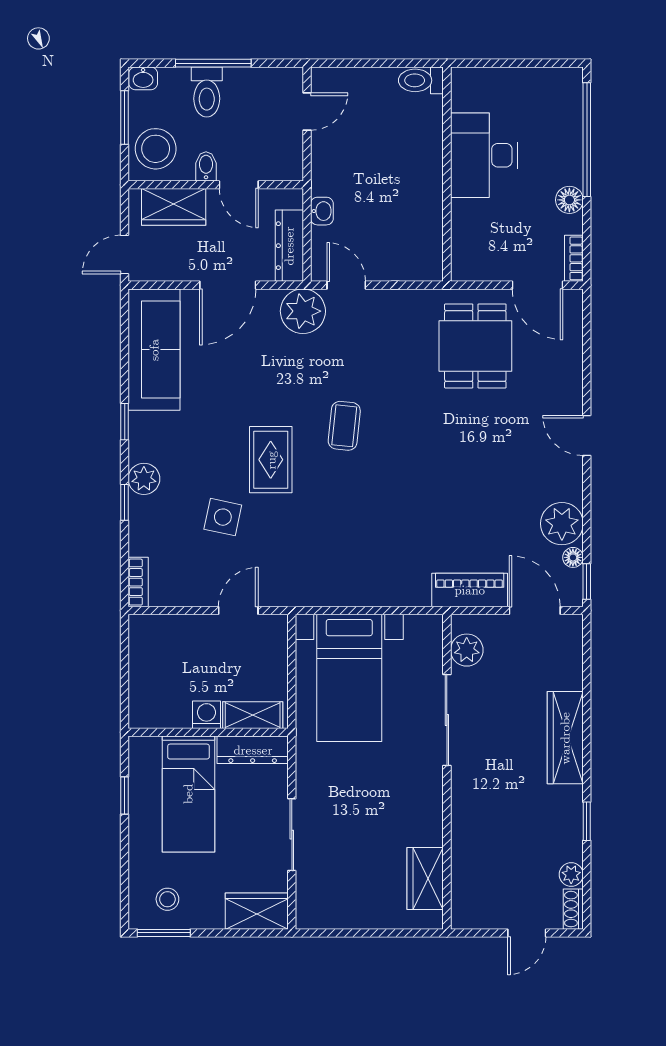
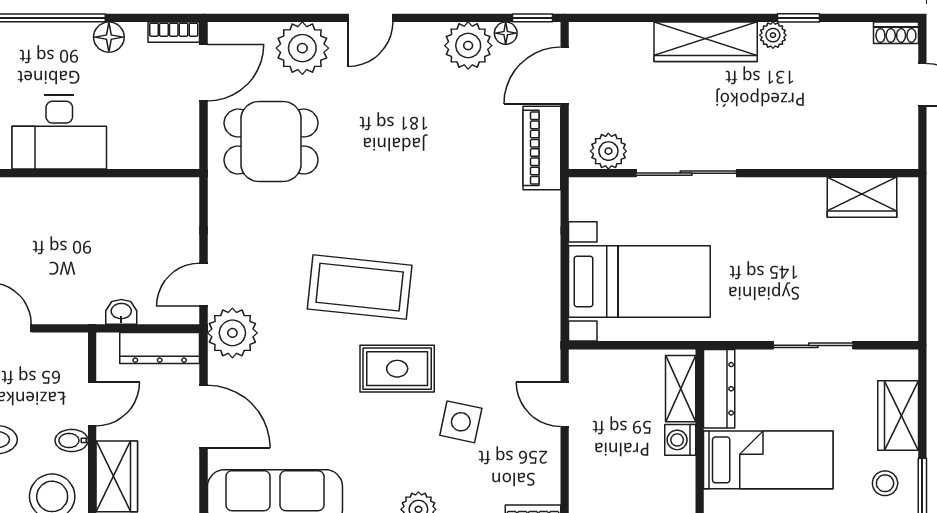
plant: (560, 374) -> (302, 48), added
coffee table: (344, 426) -> (360, 287), width x1.86, depth x1.72
plant: (571, 875) -> (773, 35), moved
wardrobe: (257, 911) -> (898, 415), moved

